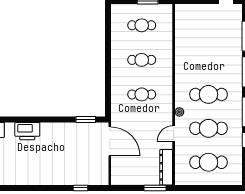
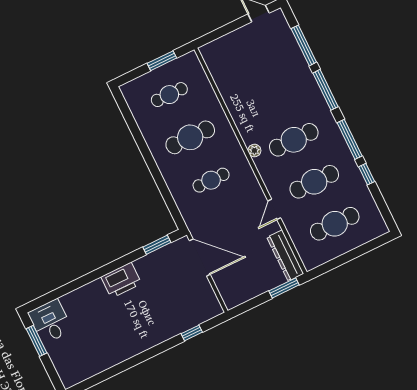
cafe table: (142, 60) -> (190, 137), width x1.37, depth x1.35
plant: (179, 112) -> (254, 150), moved
printer: (27, 131) -> (121, 280), moved

